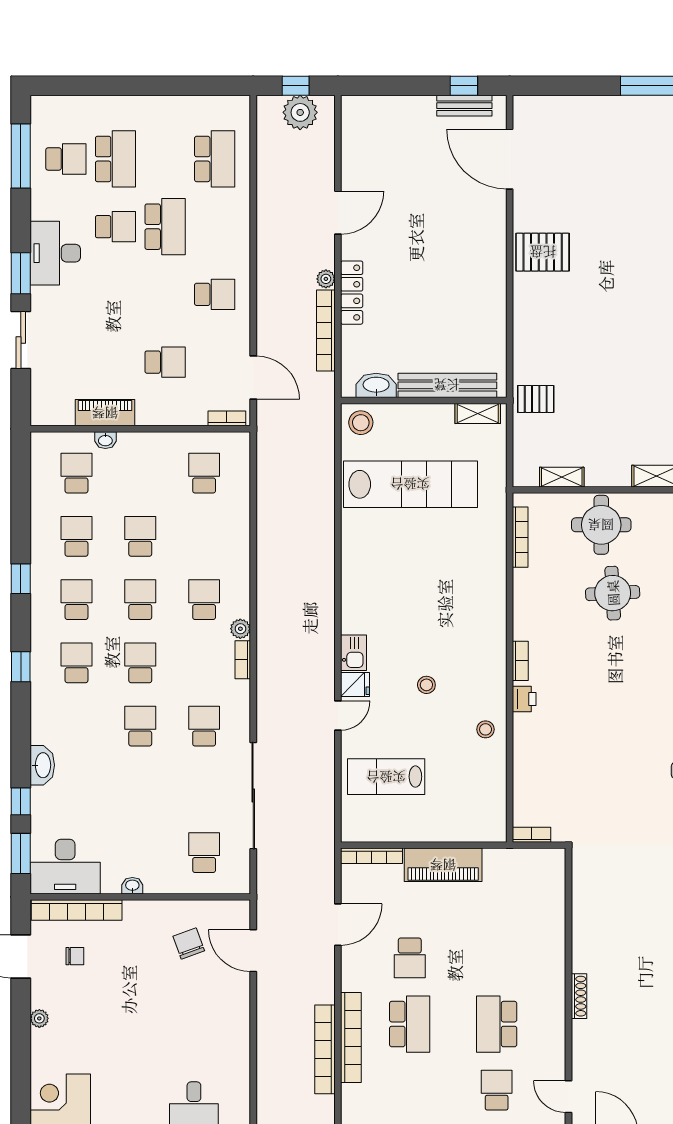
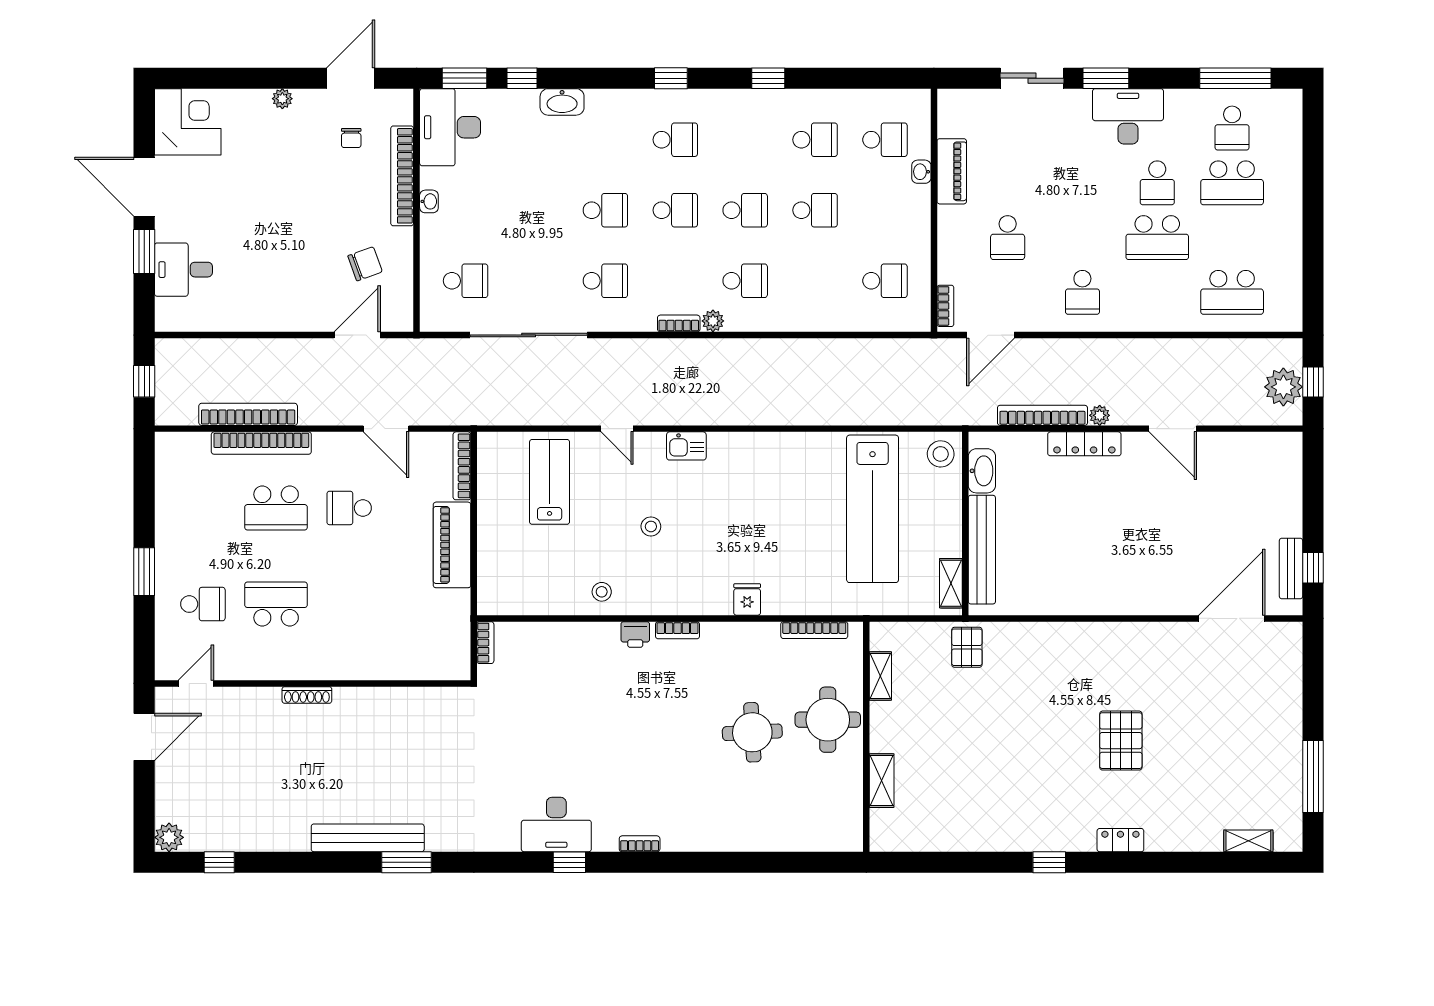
pallet: (543, 252) -> (1121, 741), moved
school desk: (76, 600) -> (745, 140), removed
fridge: (355, 684) -> (747, 599), moved, turned 180
bookcase: (77, 910) -> (402, 176), moved

